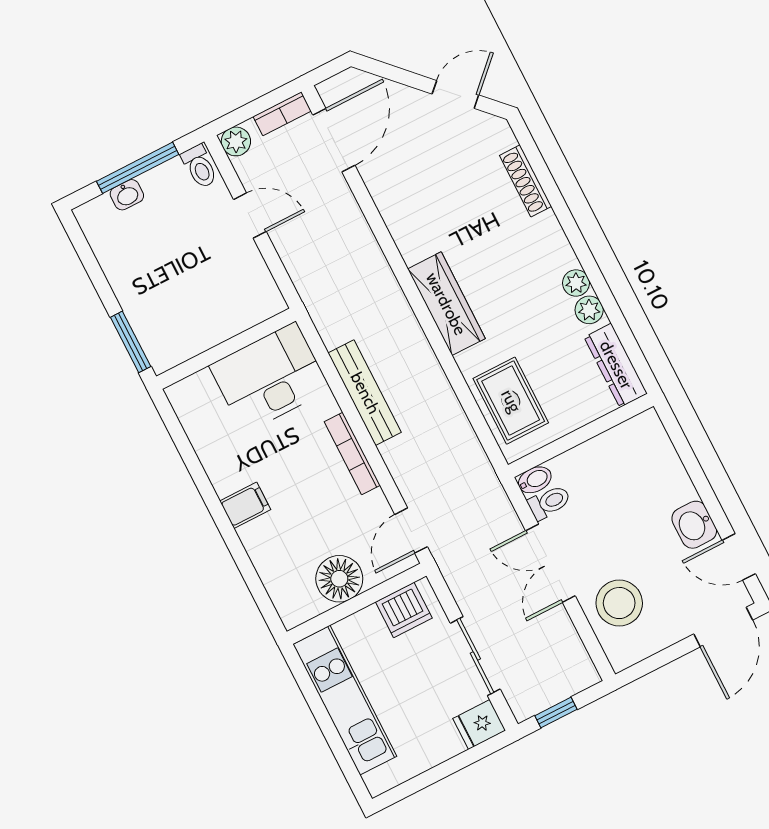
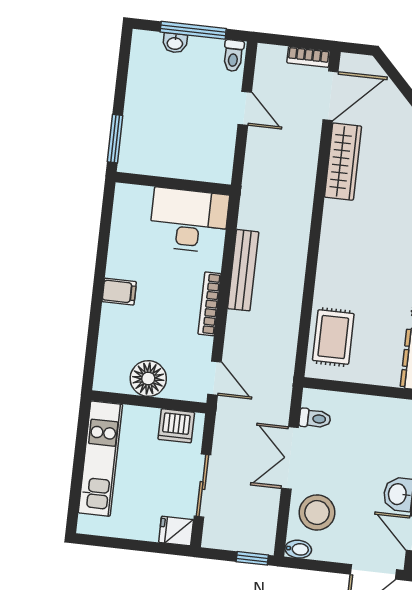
plant: (236, 141) -> (267, 55), removed
wardrobe: (446, 304) -> (343, 162), moved
bidet: (535, 480) -> (298, 549), moved
door: (411, 531) -> (215, 378), swing flipped
window: (556, 713) -> (252, 558), moved

